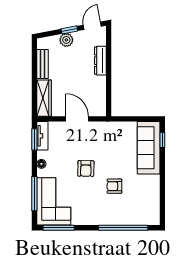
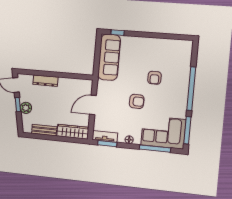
sofa: (149, 148) -> (109, 57), moved, turned -90
window: (123, 228) -> (191, 89), moved

